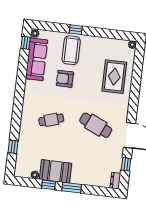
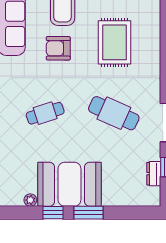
rug: (114, 77) -> (115, 42), moved
booth: (56, 171) -> (69, 184), width x1.36, depth x1.42
dresser: (115, 181) -> (154, 174), moved

